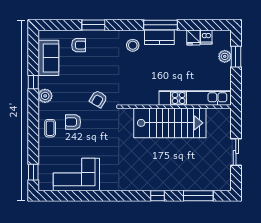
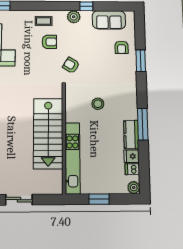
kitchen counter: (159, 37) -> (131, 135), moved
stool: (133, 45) -> (98, 104), moved
plant: (225, 56) -> (134, 188), moved
window: (236, 57) -> (99, 199), moved
armchair: (73, 122) -> (49, 42), turned 90

